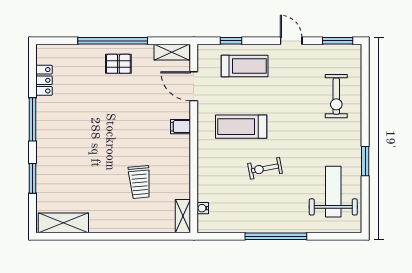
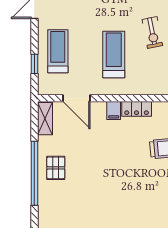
door: (194, 86) -> (76, 98), hinge flipped
treadmill: (241, 127) -> (114, 55), turned 180
locker: (182, 151) -> (137, 109), added

